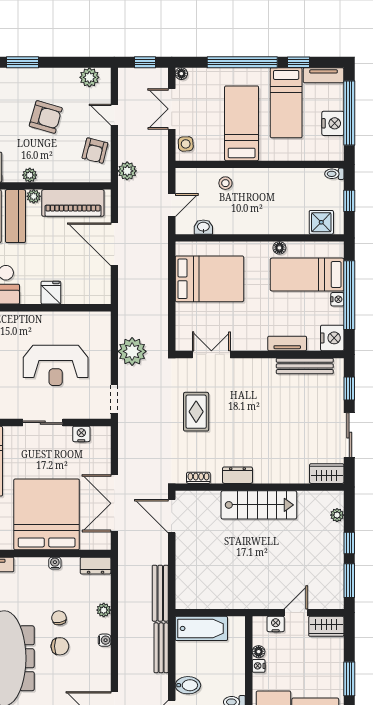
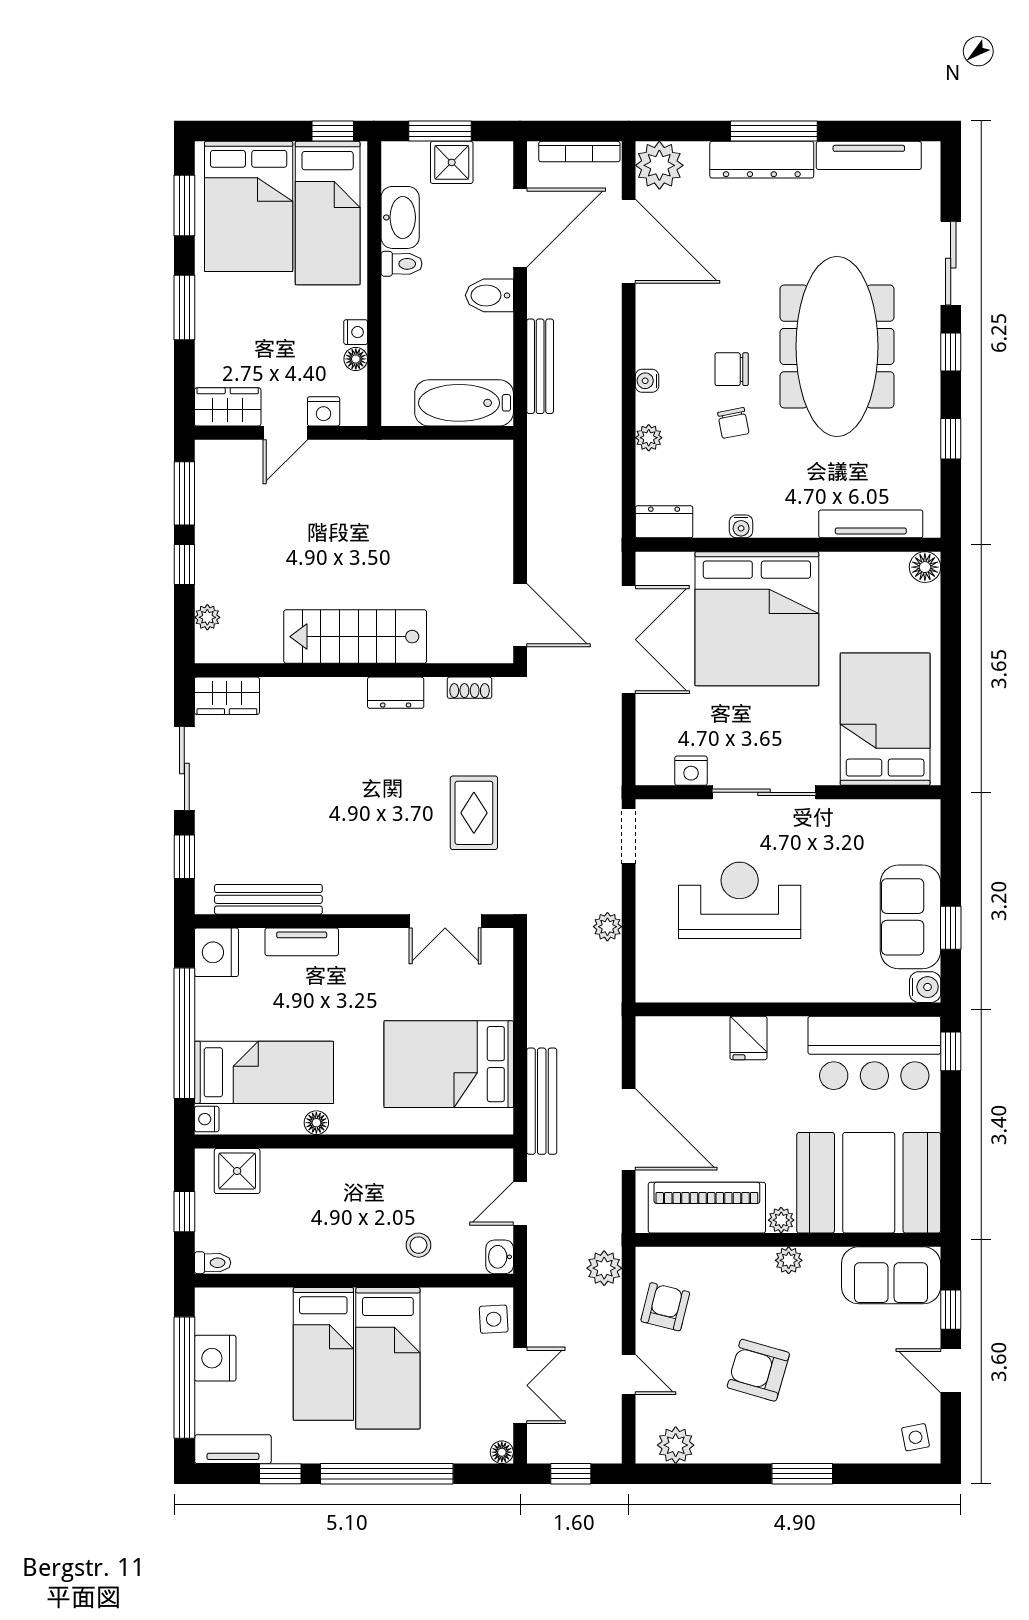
bed: (286, 103) -> (323, 1354), moved, turned 180
washbasin: (203, 227) -> (500, 1257), moved, turned 90
nightstand: (337, 299) -> (207, 1119), moved
plant: (132, 351) -> (607, 927), width x0.53, depth x0.53
sliding door: (43, 423) -> (764, 792), width x1.37
bench: (160, 593) -> (542, 1101), moved

